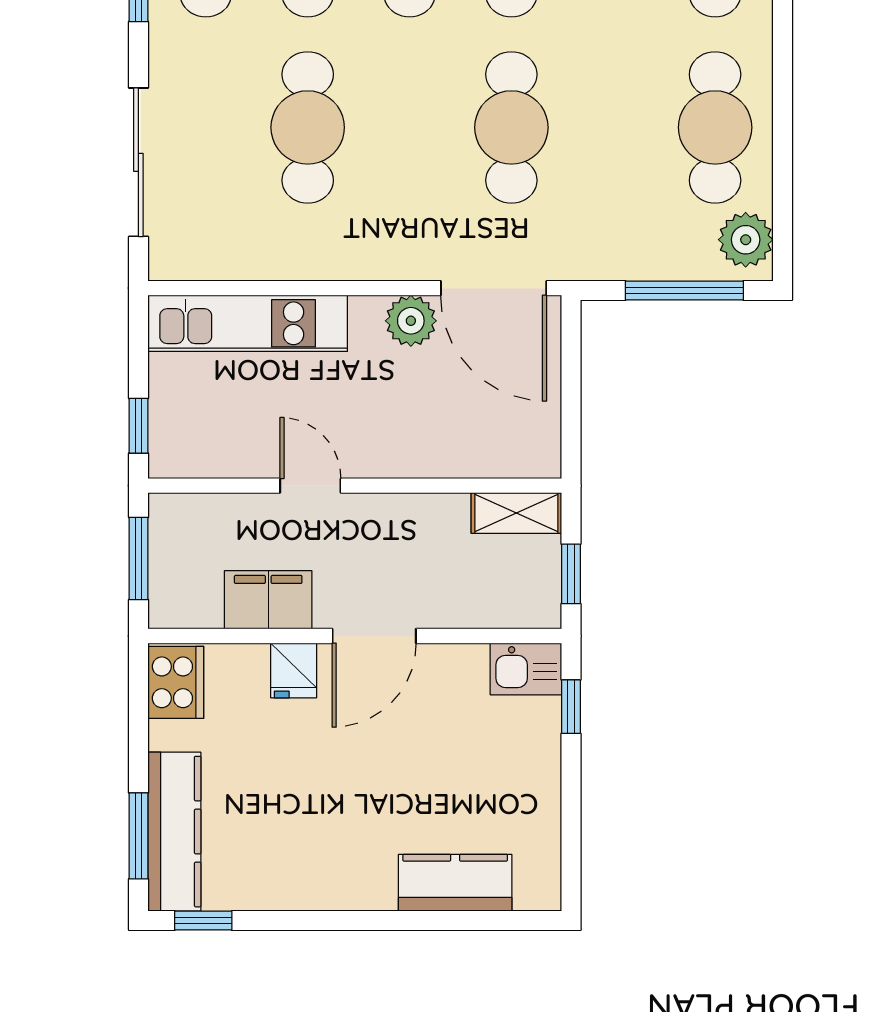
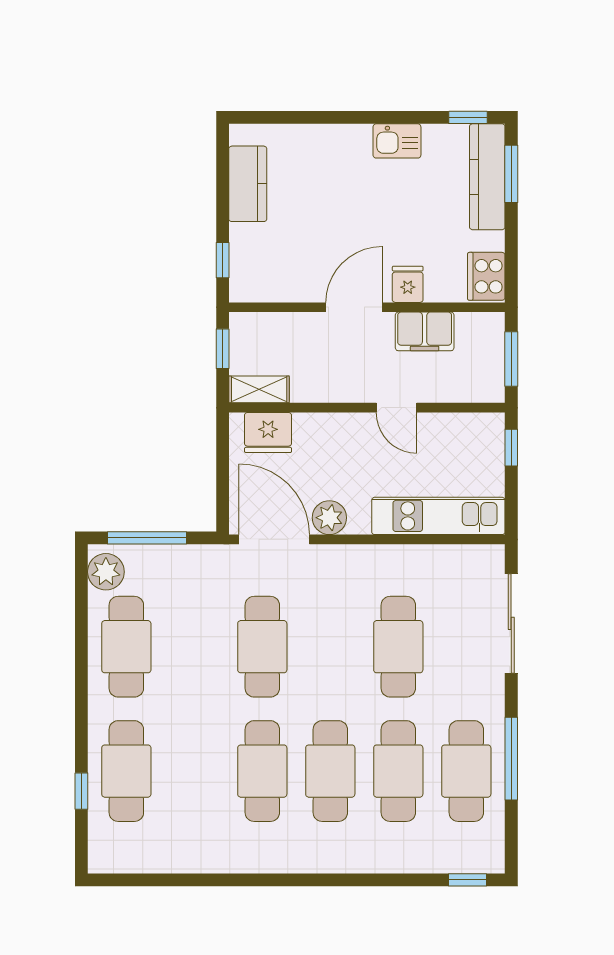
fridge: (503, 448) -> (268, 433), added
kitchen sink: (526, 669) -> (397, 141), moved, turned 180
kitchen counter: (455, 883) -> (248, 184), moved, turned -90

